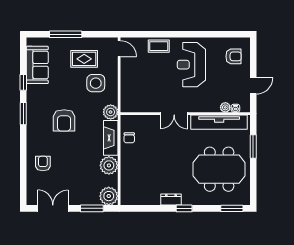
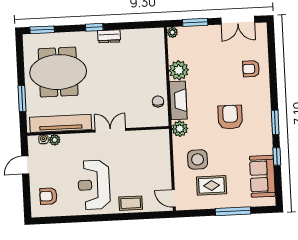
reception desk: (191, 65) -> (94, 185), turned 180
armchair: (43, 164) -> (251, 69), turned 90
plant: (109, 196) -> (172, 32), width x0.53, depth x0.53

